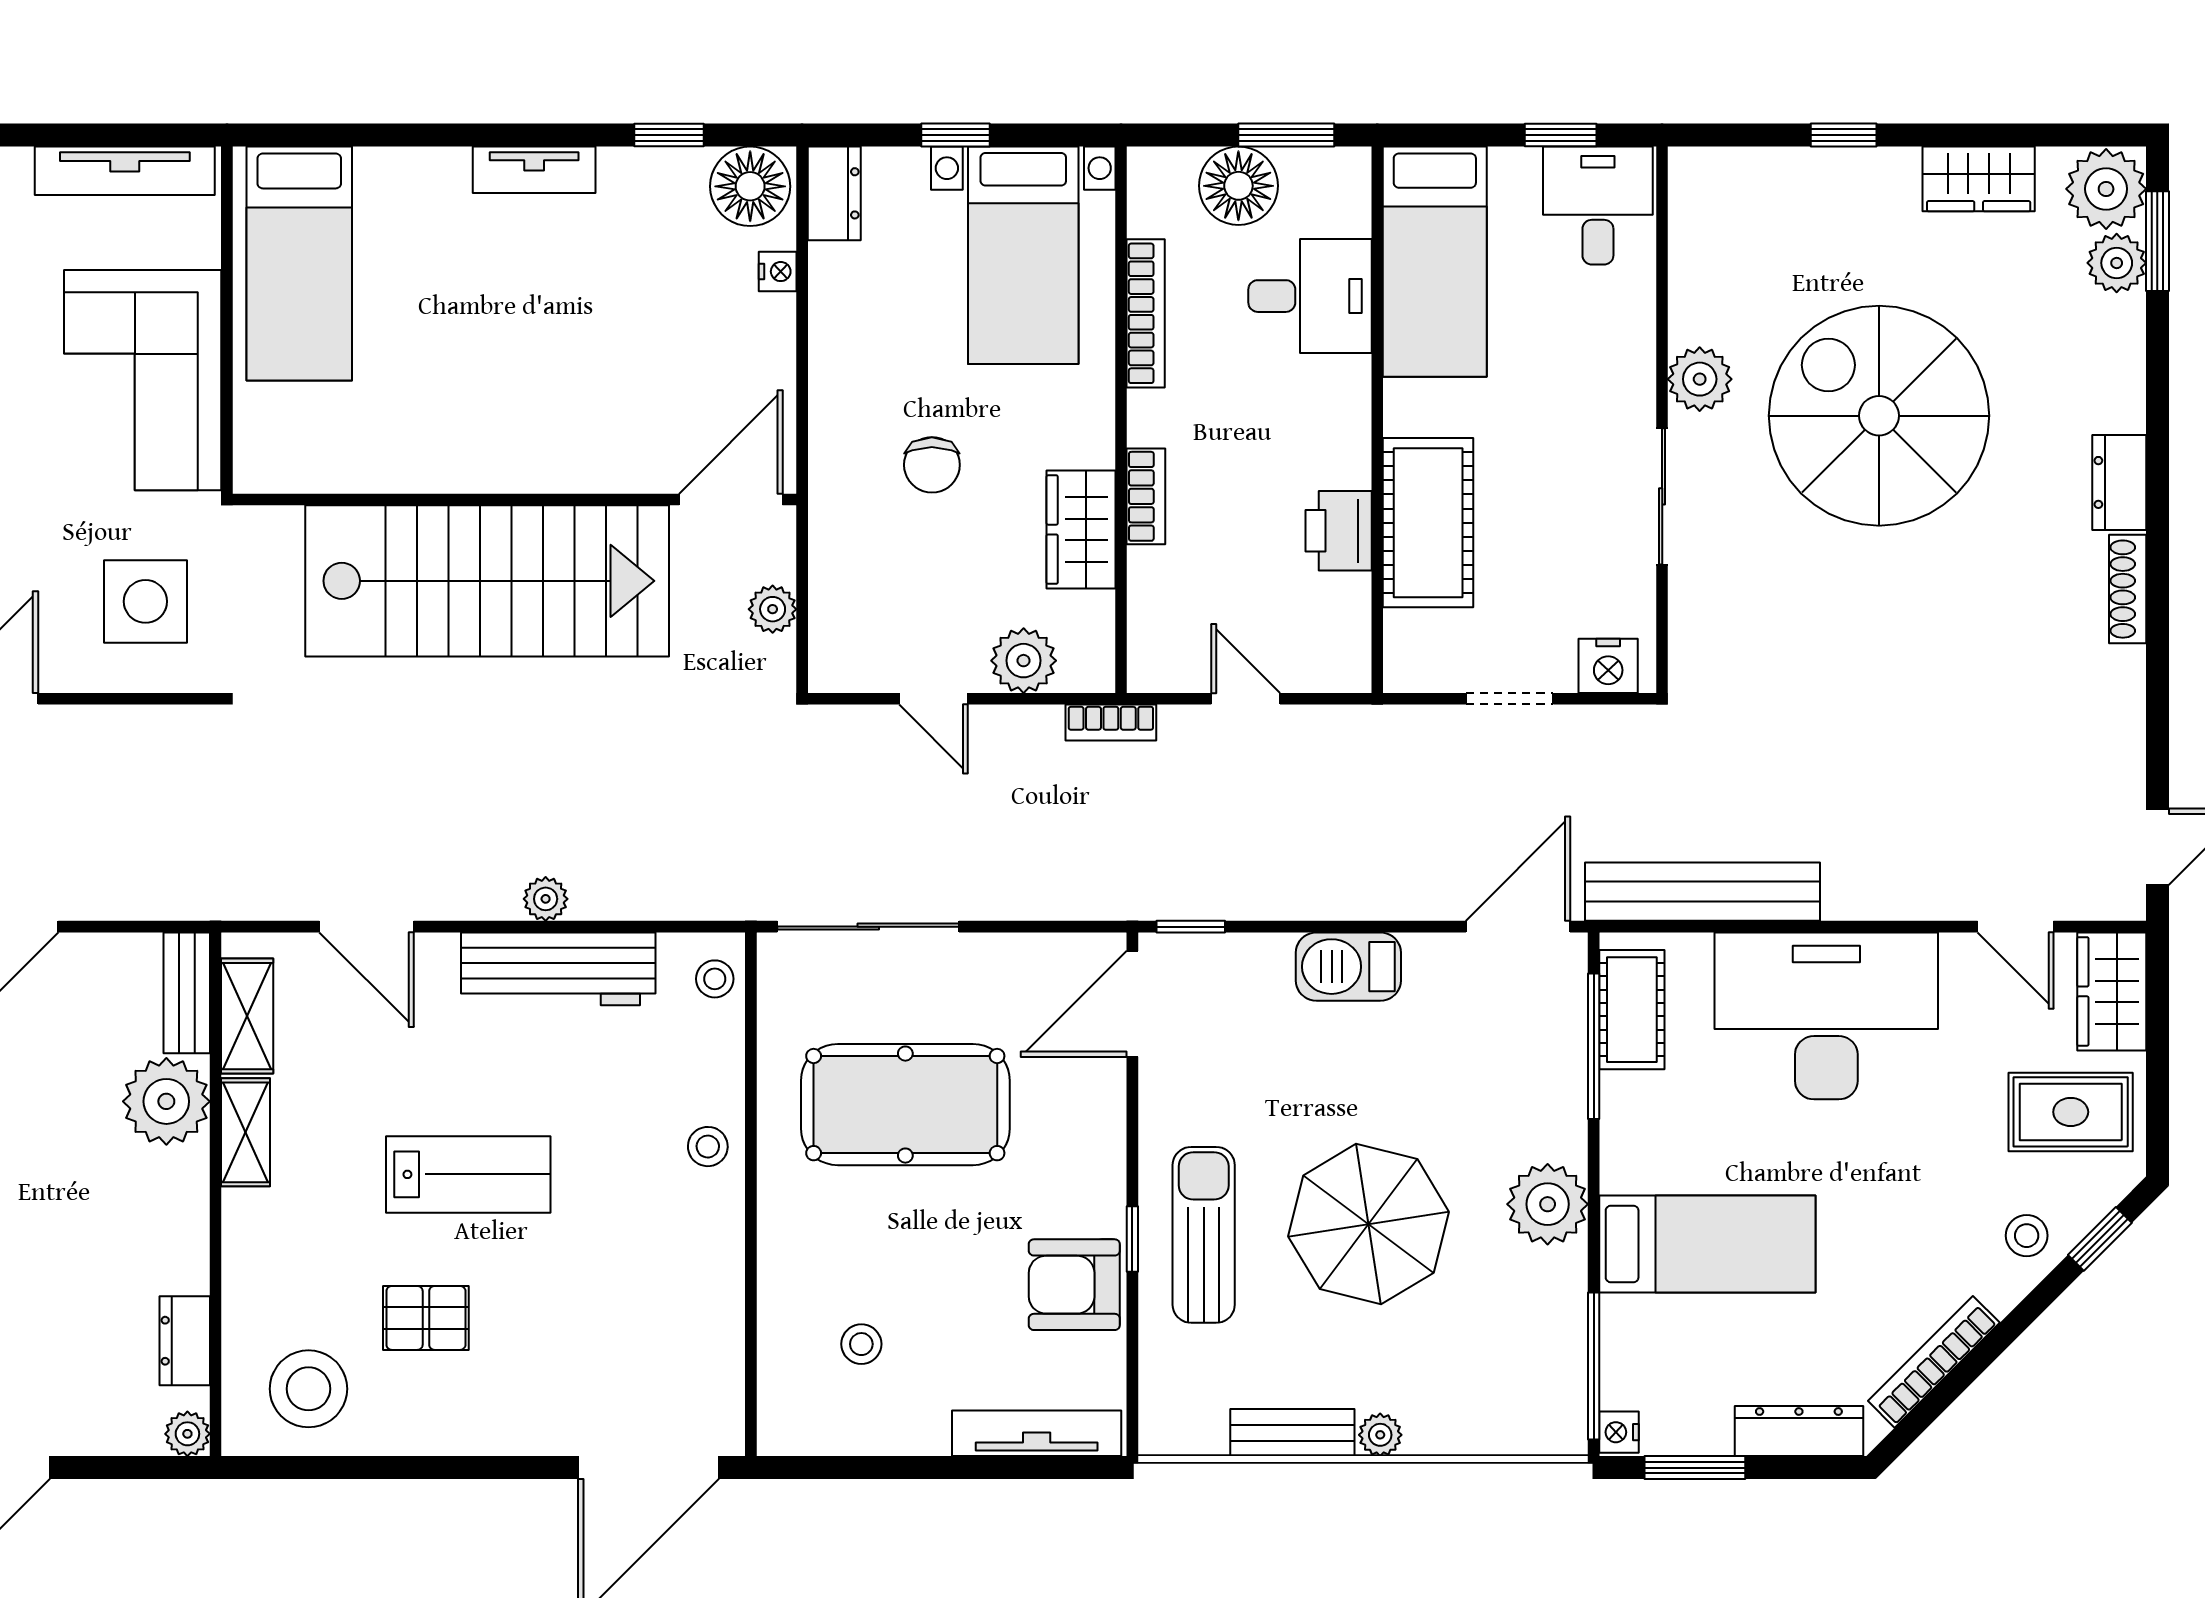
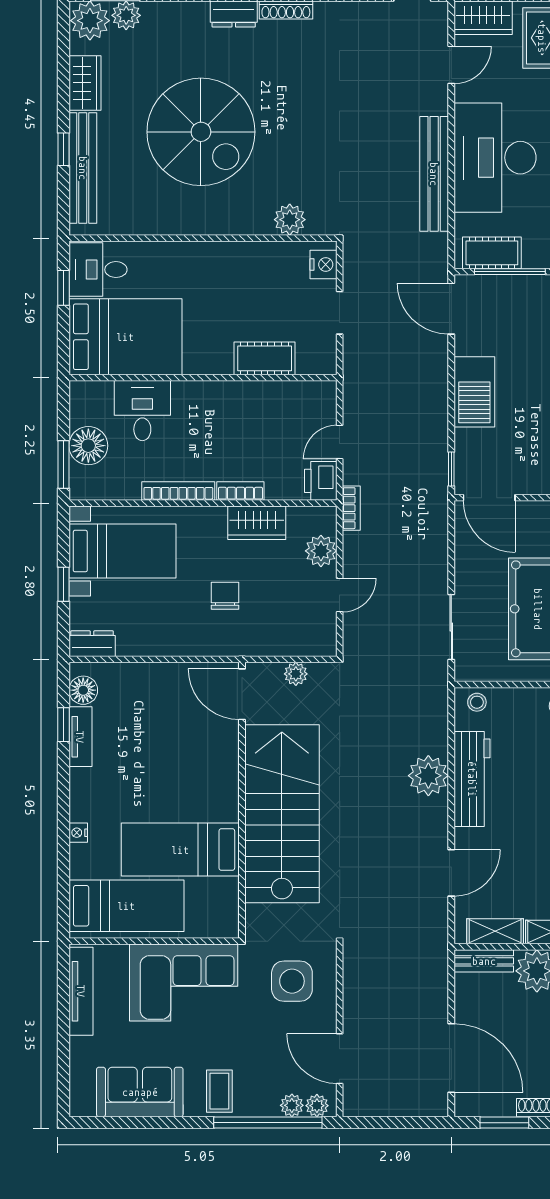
window: (1286, 135) -> (63, 464), moved
tv unit: (534, 170) -> (80, 737), moved
bench: (1805, 174) -> (83, 168), added
floor lamp: (750, 186) -> (83, 690), width x0.73, depth x0.73
bed: (1435, 262) -> (125, 337), width x1.50
nightstand: (778, 272) -> (78, 833), moved, turned -90
bookcase: (1146, 313) -> (178, 491), moved
bed: (414, 374) -> (180, 850), added
plant: (1700, 379) -> (290, 220), moved
spiral stairs: (1879, 416) -> (201, 132), turned -90
chair: (932, 465) -> (225, 596), turned -90
sliding door: (1662, 496) -> (241, 238), removed
cot: (1428, 523) -> (265, 358), width x0.73, depth x0.75
printer: (1339, 531) -> (321, 481), moved, turned 90
bench: (1703, 892) -> (434, 174), moved
plant: (546, 899) -> (428, 776), width x1.88, depth x1.88
sliding door: (868, 927) -> (451, 627), width x0.73
barbecue: (1348, 967) -> (474, 392), width x1.37, depth x1.21

